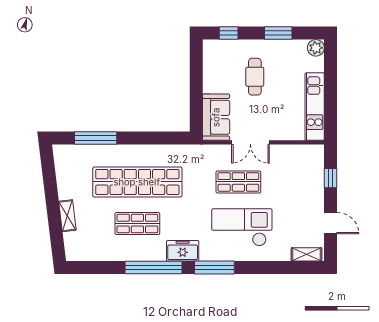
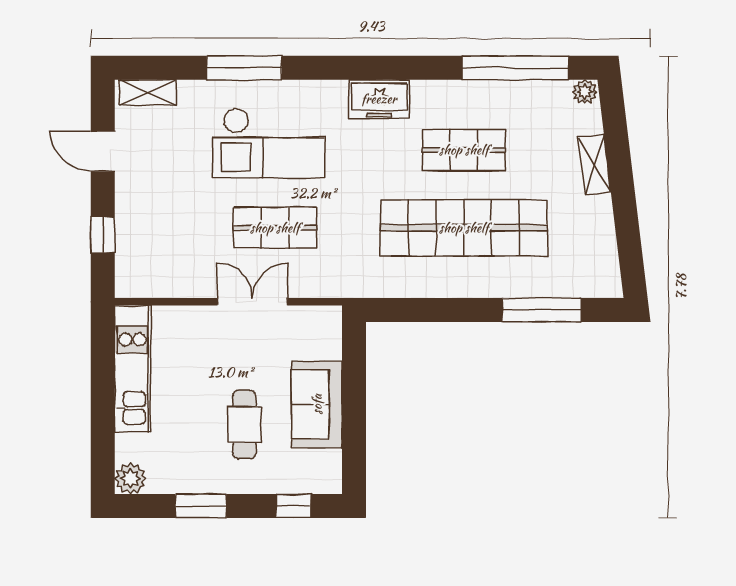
sofa: (216, 117) -> (317, 404), moved
plant: (73, 255) -> (585, 92), added
window: (153, 268) -> (515, 68), moved
window: (214, 268) -> (244, 68), moved

